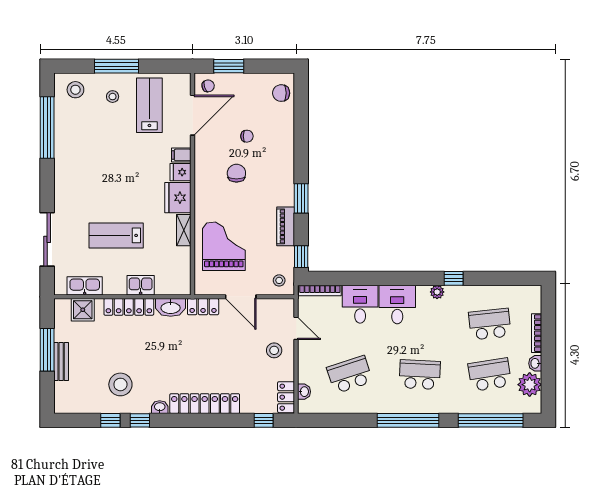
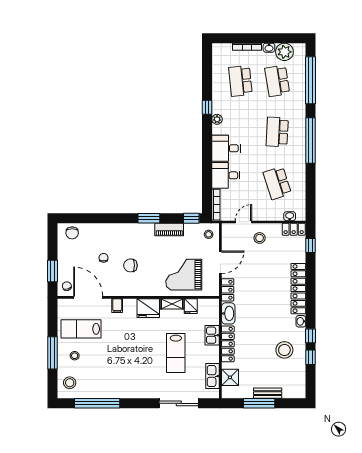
fridge: (180, 172) -> (191, 306), moved

